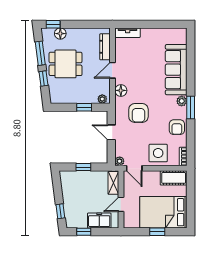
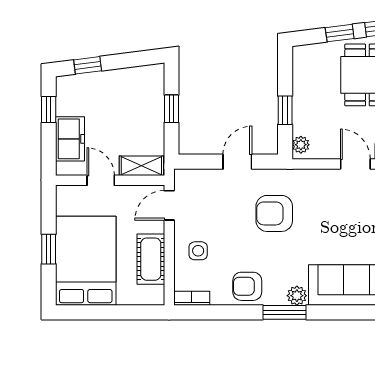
floor lamp: (121, 90) -> (317, 180), removed
side table: (158, 153) -> (198, 251), width x0.54, depth x0.54
plant: (120, 161) -> (183, 177), removed
cot: (174, 178) -> (151, 259), moved

